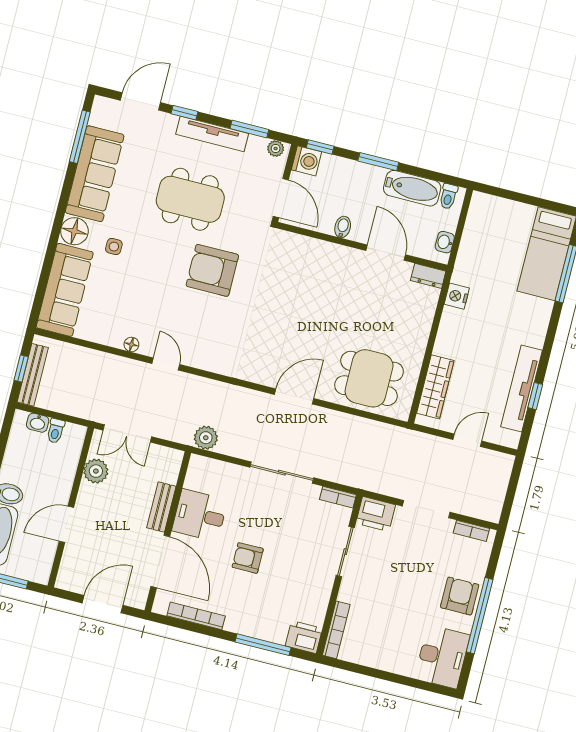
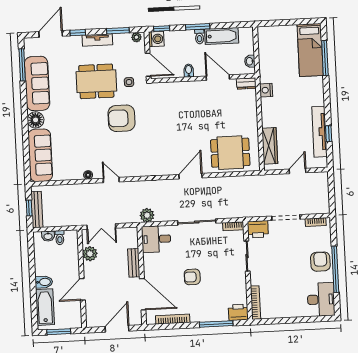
tv unit: (212, 134) -> (97, 40), width x0.71
toilet: (448, 196) -> (199, 37), moved
side table: (114, 247) -> (129, 82), moved
desk: (200, 515) -> (156, 239), moved

